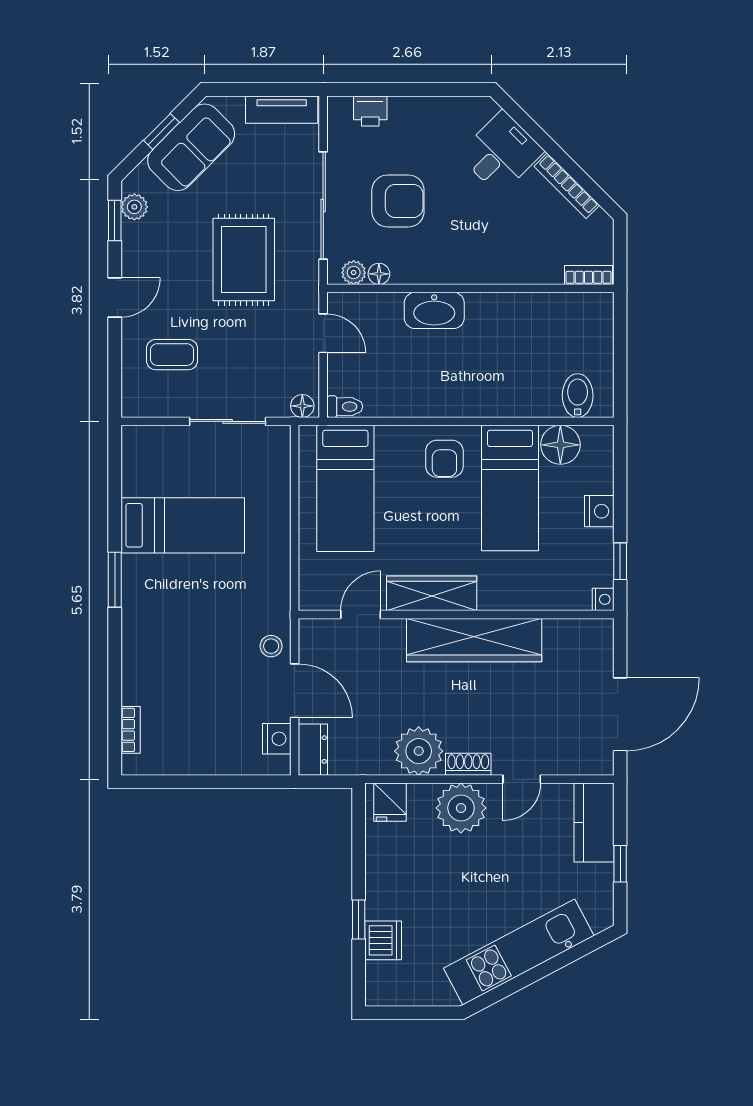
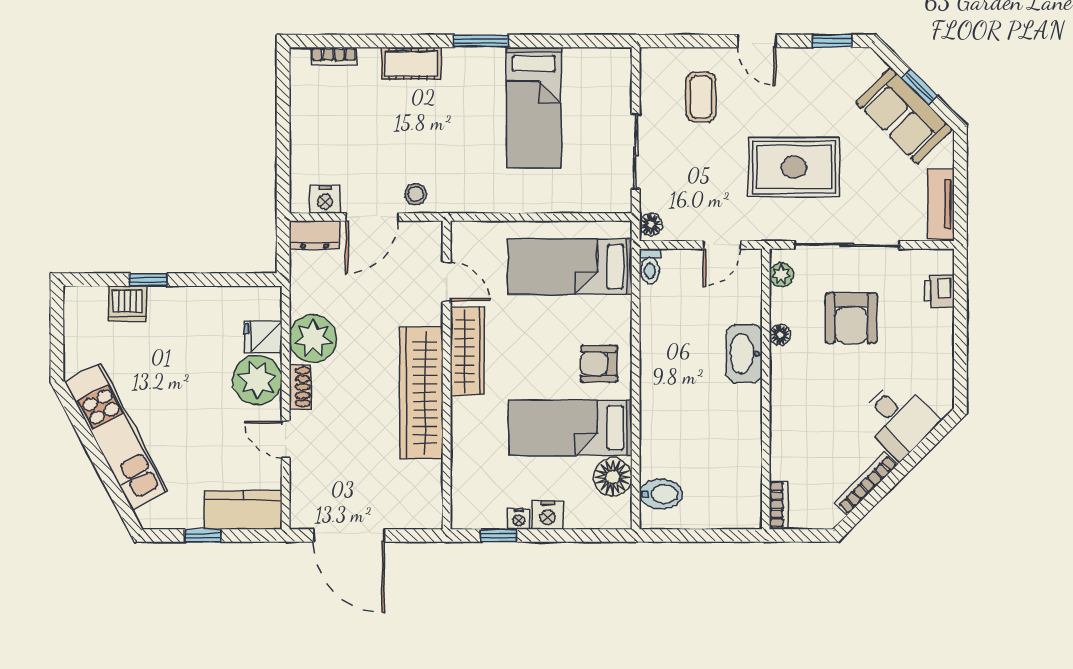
plant: (134, 207) -> (846, 60), removed
floor lamp: (379, 274) -> (780, 335), moved
nightstand: (603, 599) -> (519, 519), moved
cot: (138, 651) -> (411, 64), added
fridge: (390, 802) -> (263, 337), moved

